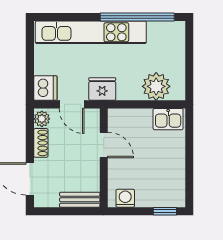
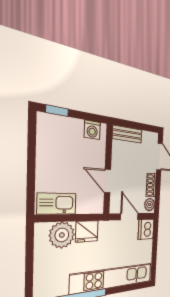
fridge: (102, 89) -> (87, 231), moved
kitchen sink: (168, 119) -> (57, 204), width x1.38

